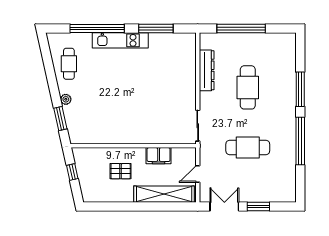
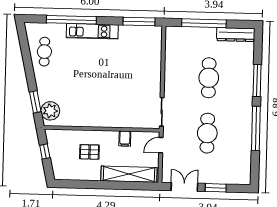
window: (156, 28) -> (139, 22), moved
dresser: (207, 70) -> (236, 35), moved, turned 90
plant: (66, 99) -> (50, 111), moved, width x1.88, depth x1.88
cafe table: (248, 147) -> (207, 133), turned 90
filing cabinet: (159, 156) -> (125, 139), width x0.50
door: (198, 174) -> (161, 145), moved

